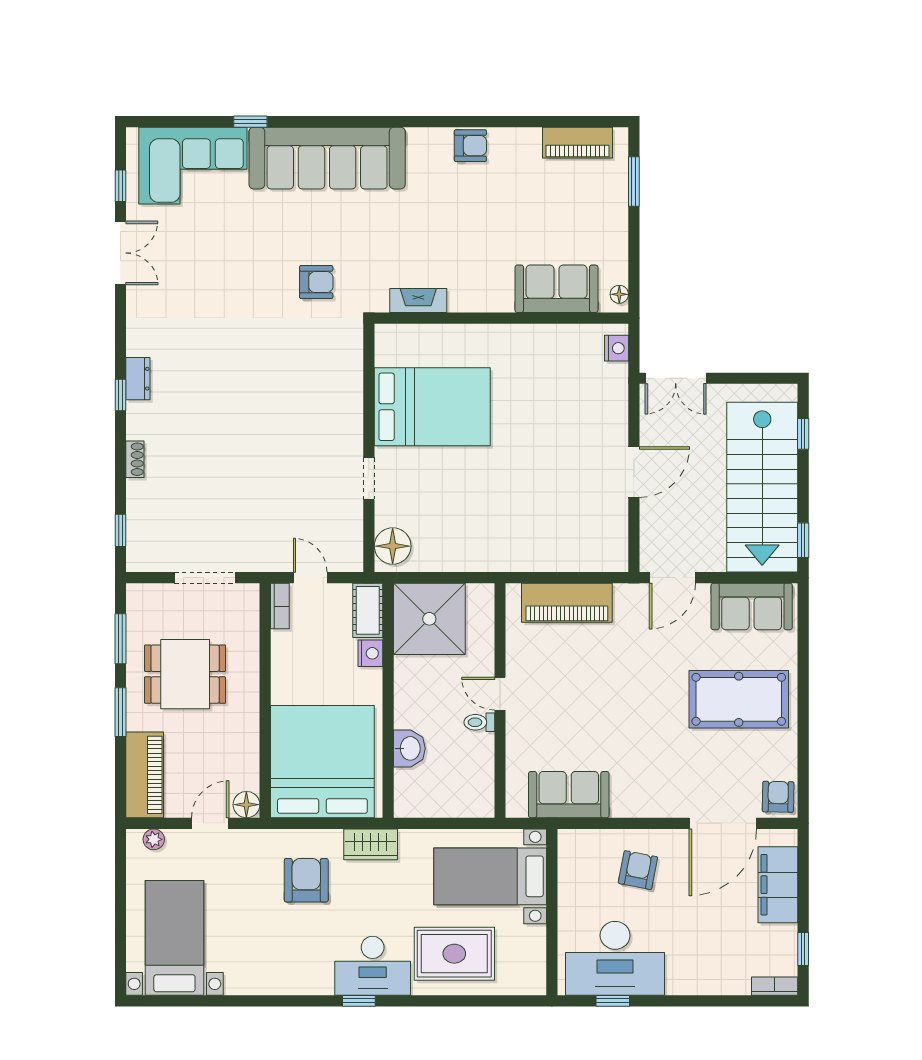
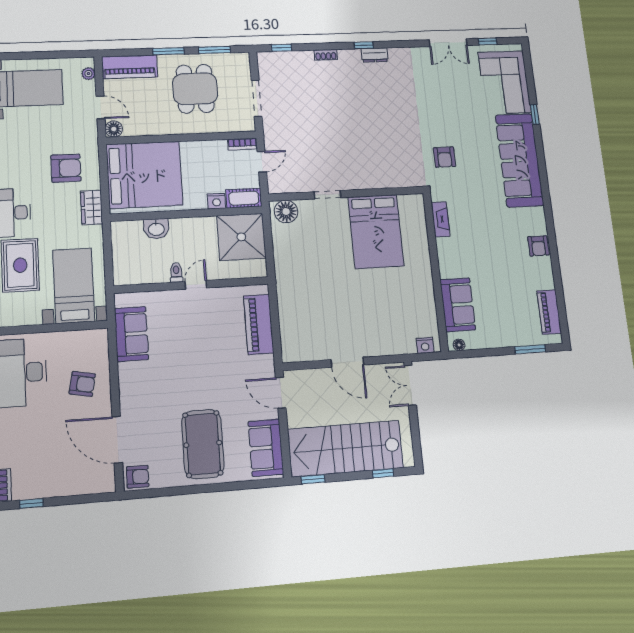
filing cabinet: (778, 885) -> (76, 482), removed

